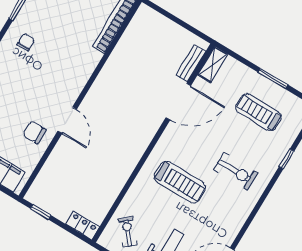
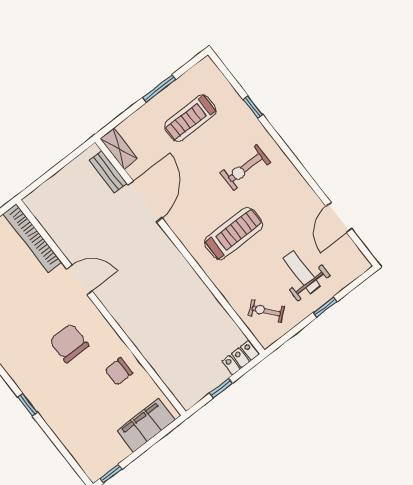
chair: (26, 42) -> (69, 343), moved, width x1.87, depth x1.87
door: (67, 120) -> (79, 280), moved
exercise bike: (236, 171) -> (245, 168), turned 180
window: (41, 212) -> (221, 388), moved

